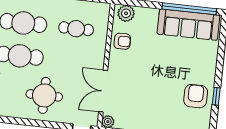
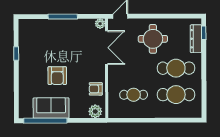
sofa: (188, 25) -> (51, 108), width x0.73
armchair: (196, 96) -> (57, 76), moved

